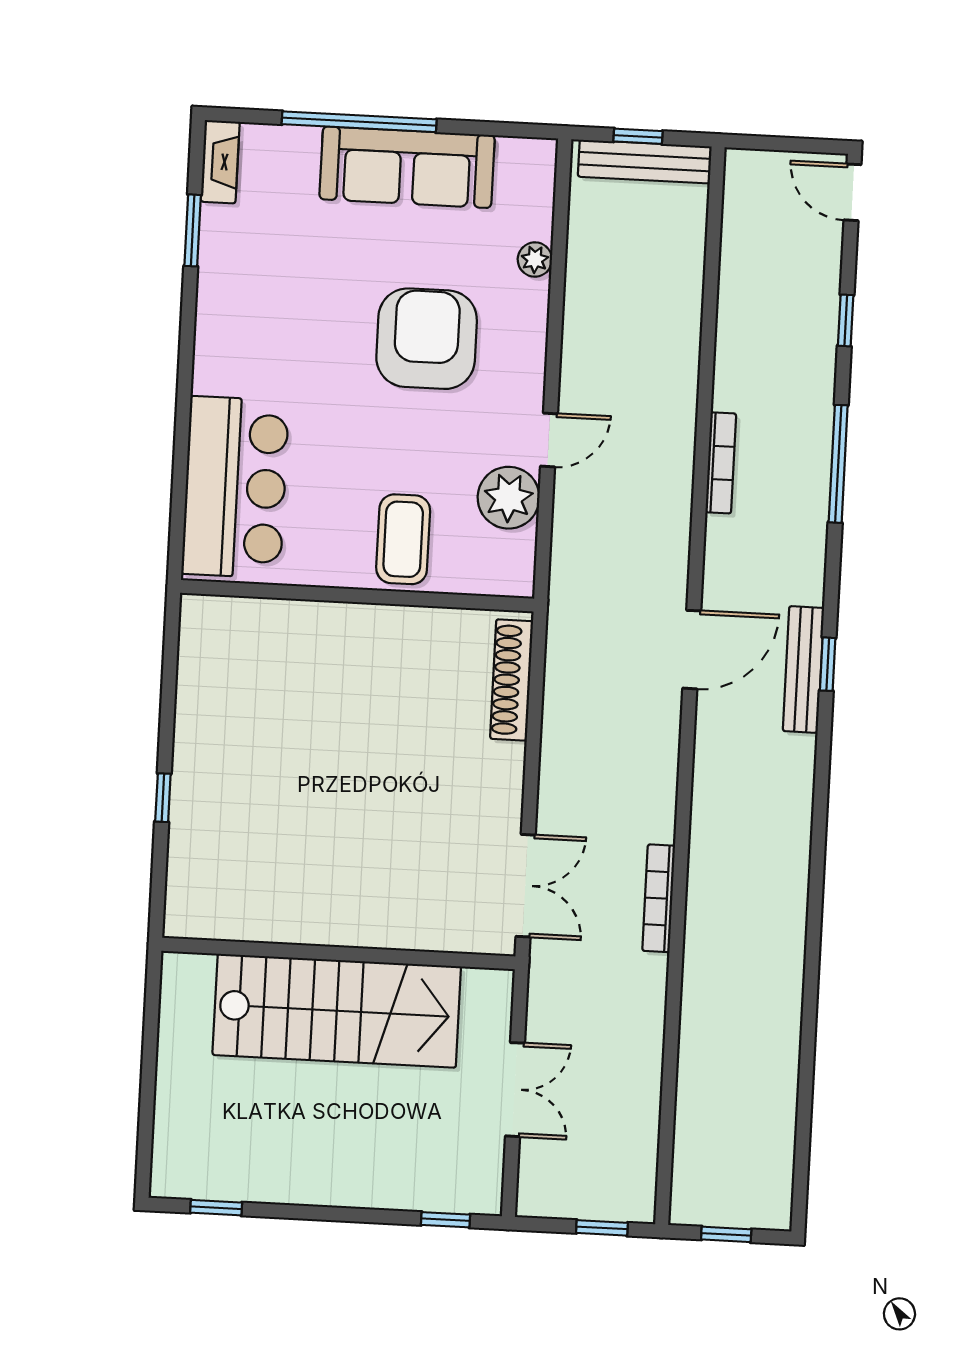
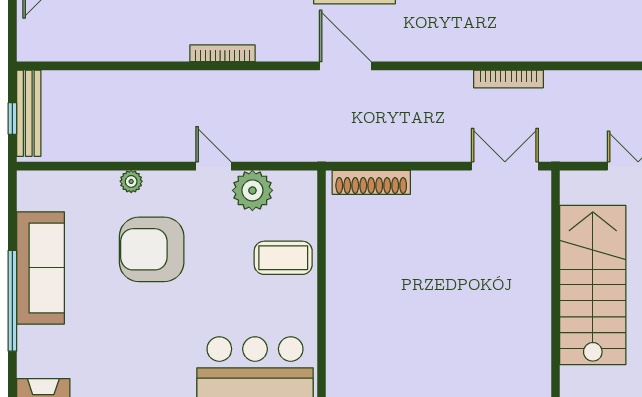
plant: (535, 260) -> (131, 181), moved

